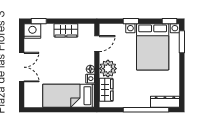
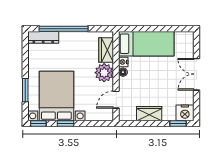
window: (131, 21) -> (65, 123), moved
window: (182, 42) -> (25, 90), moved

